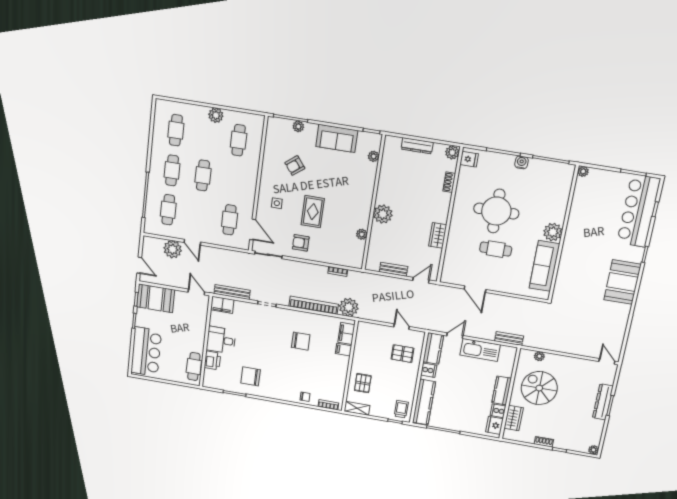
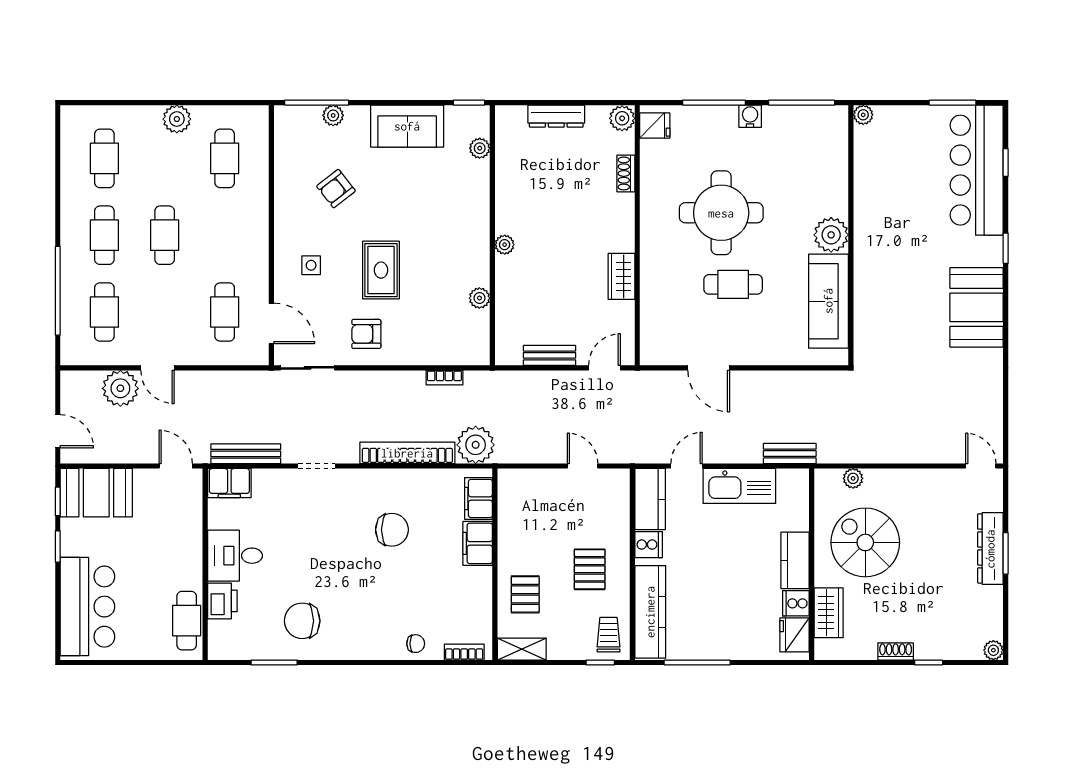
plant: (383, 214) -> (505, 245), width x0.53, depth x0.53
filing cabinet: (343, 350) -> (478, 543), width x2.00
pallet: (402, 354) -> (590, 569), moved, turned 90

